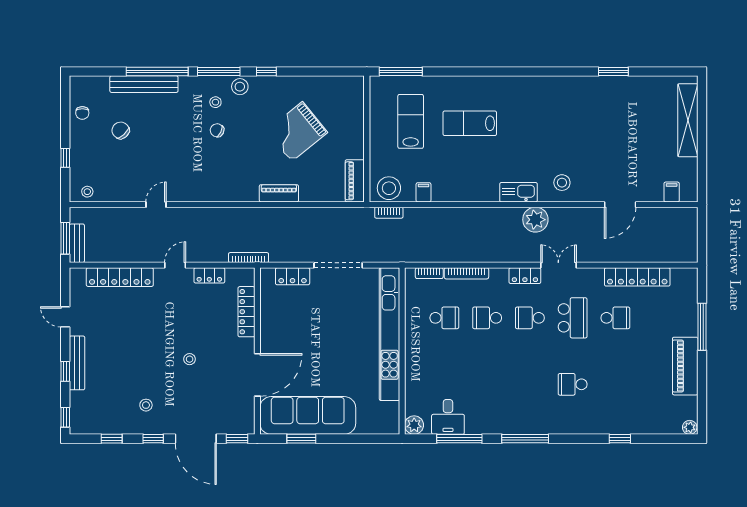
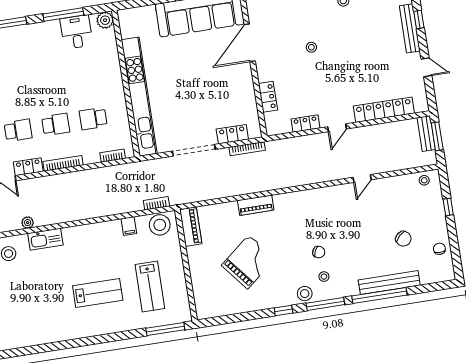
plant: (535, 220) -> (28, 223), width x0.53, depth x0.53
bookcase: (249, 258) -> (247, 149), moved
bookcase: (466, 273) -> (63, 163), moved
locker: (246, 312) -> (268, 97), width x0.66

